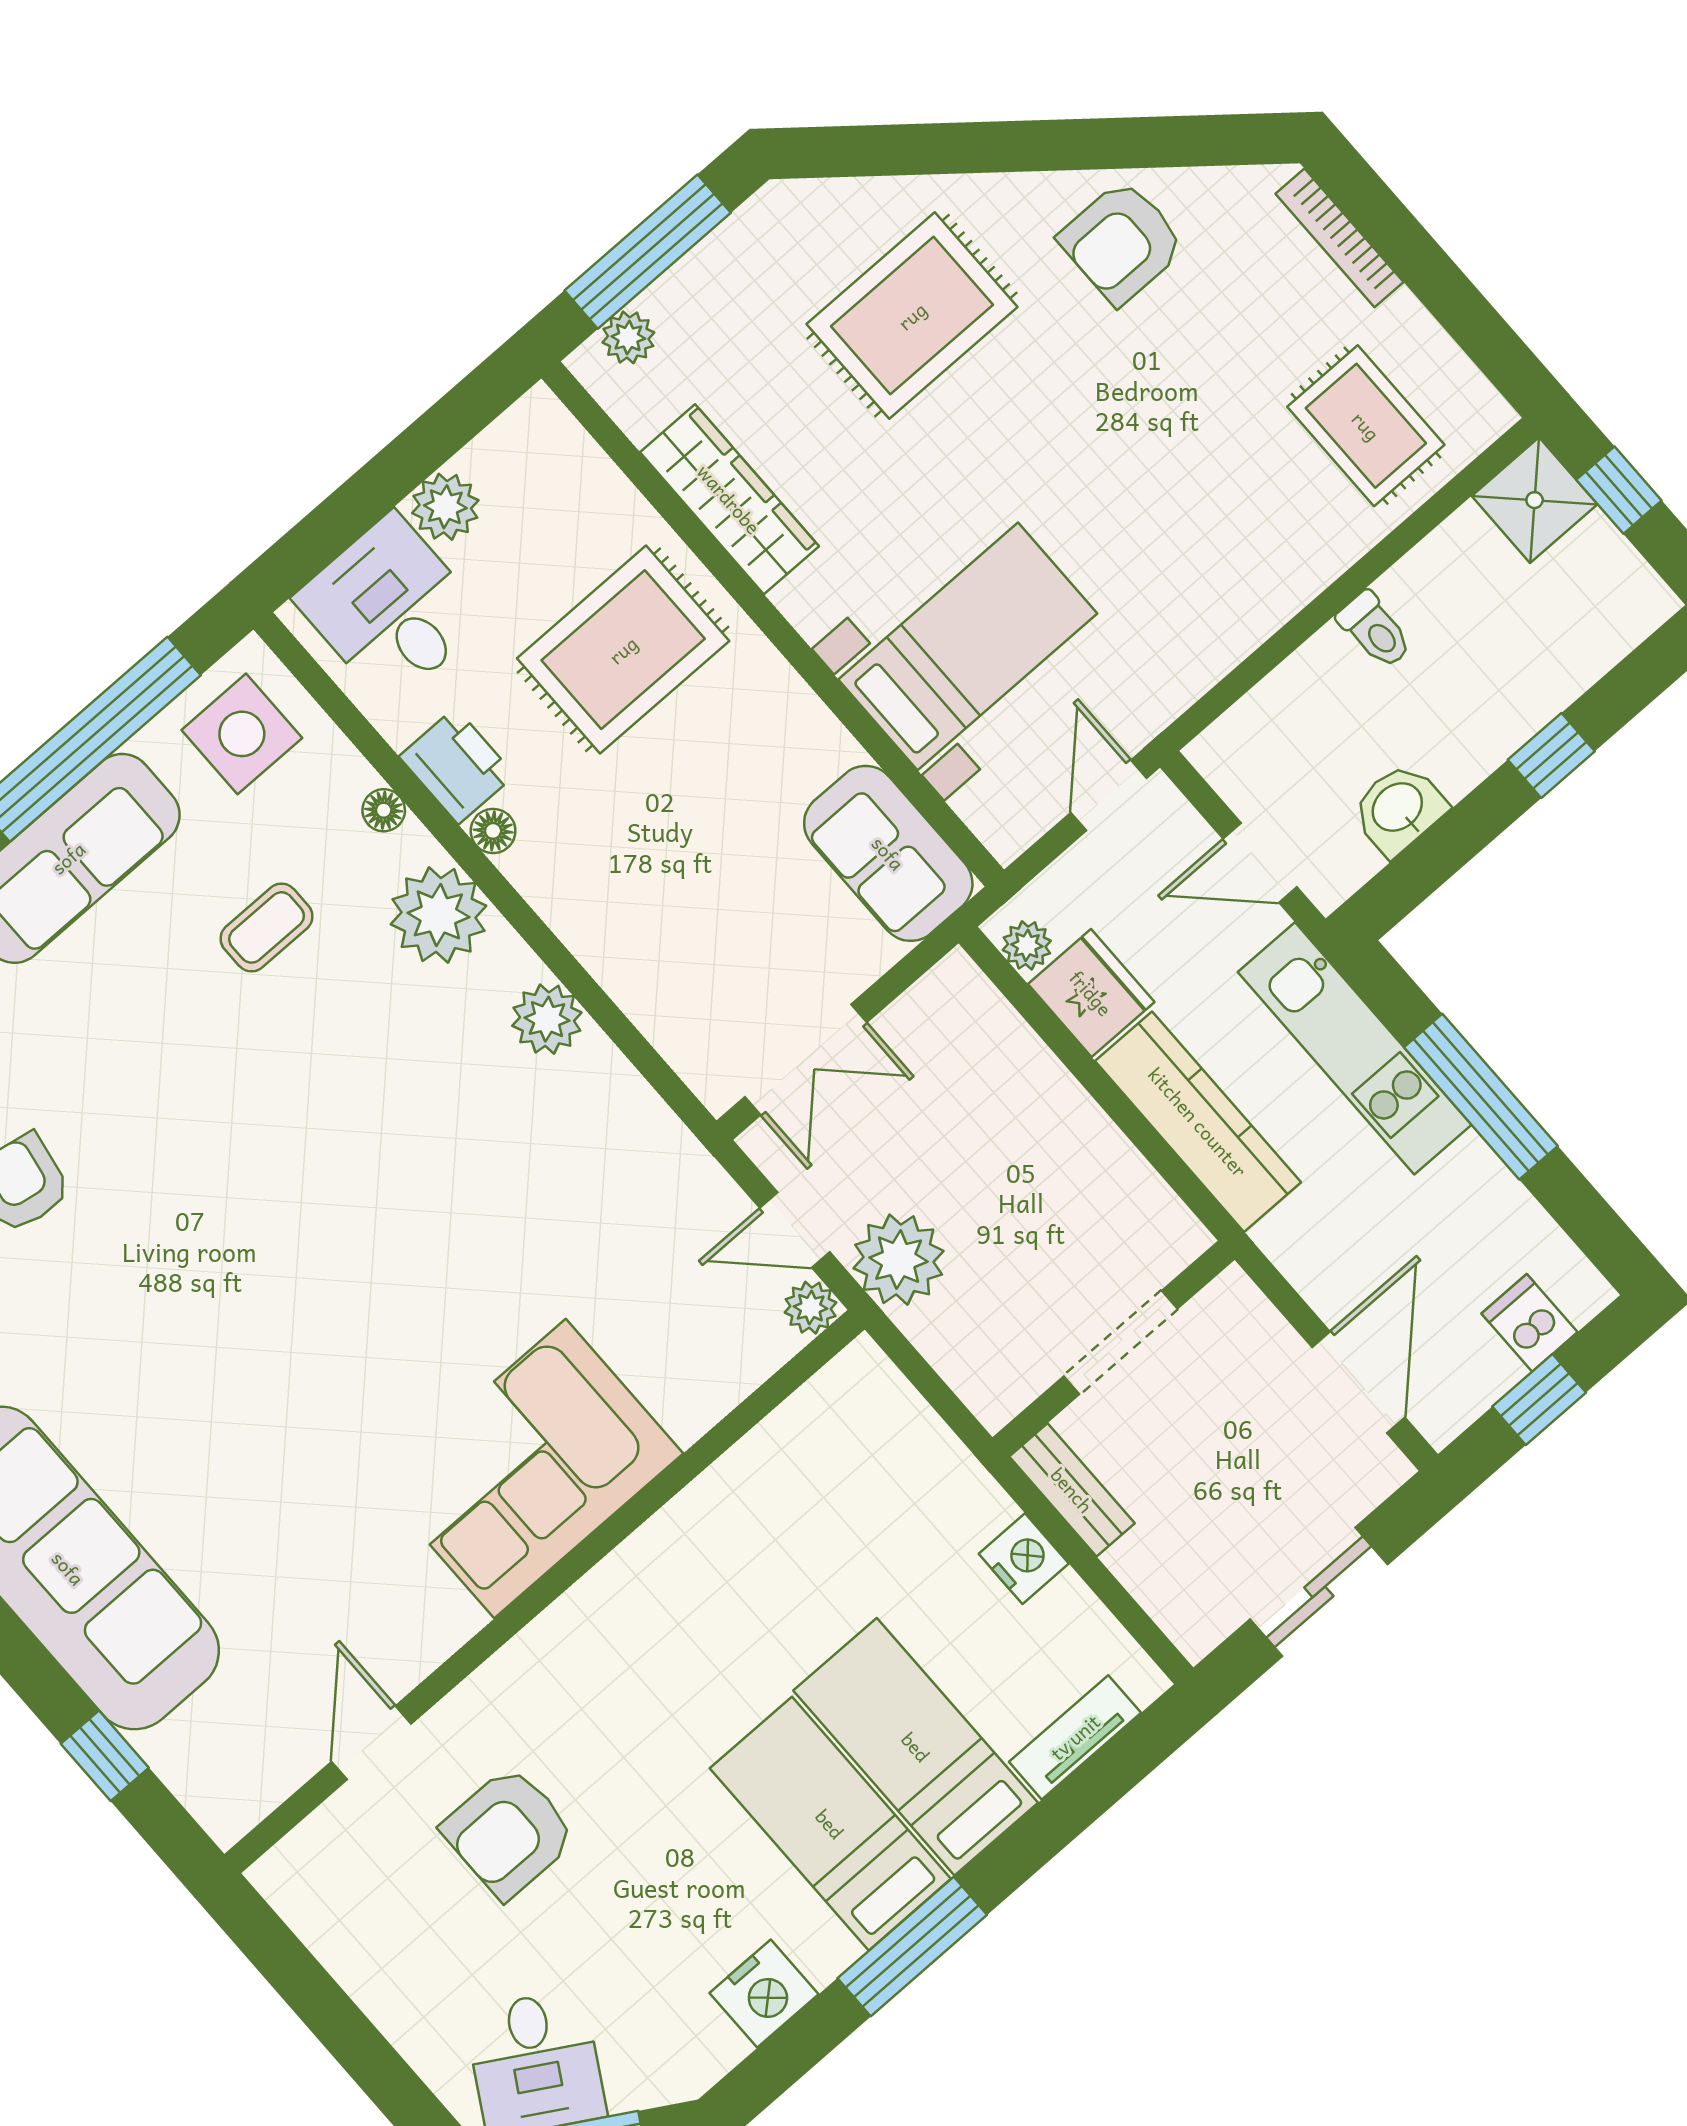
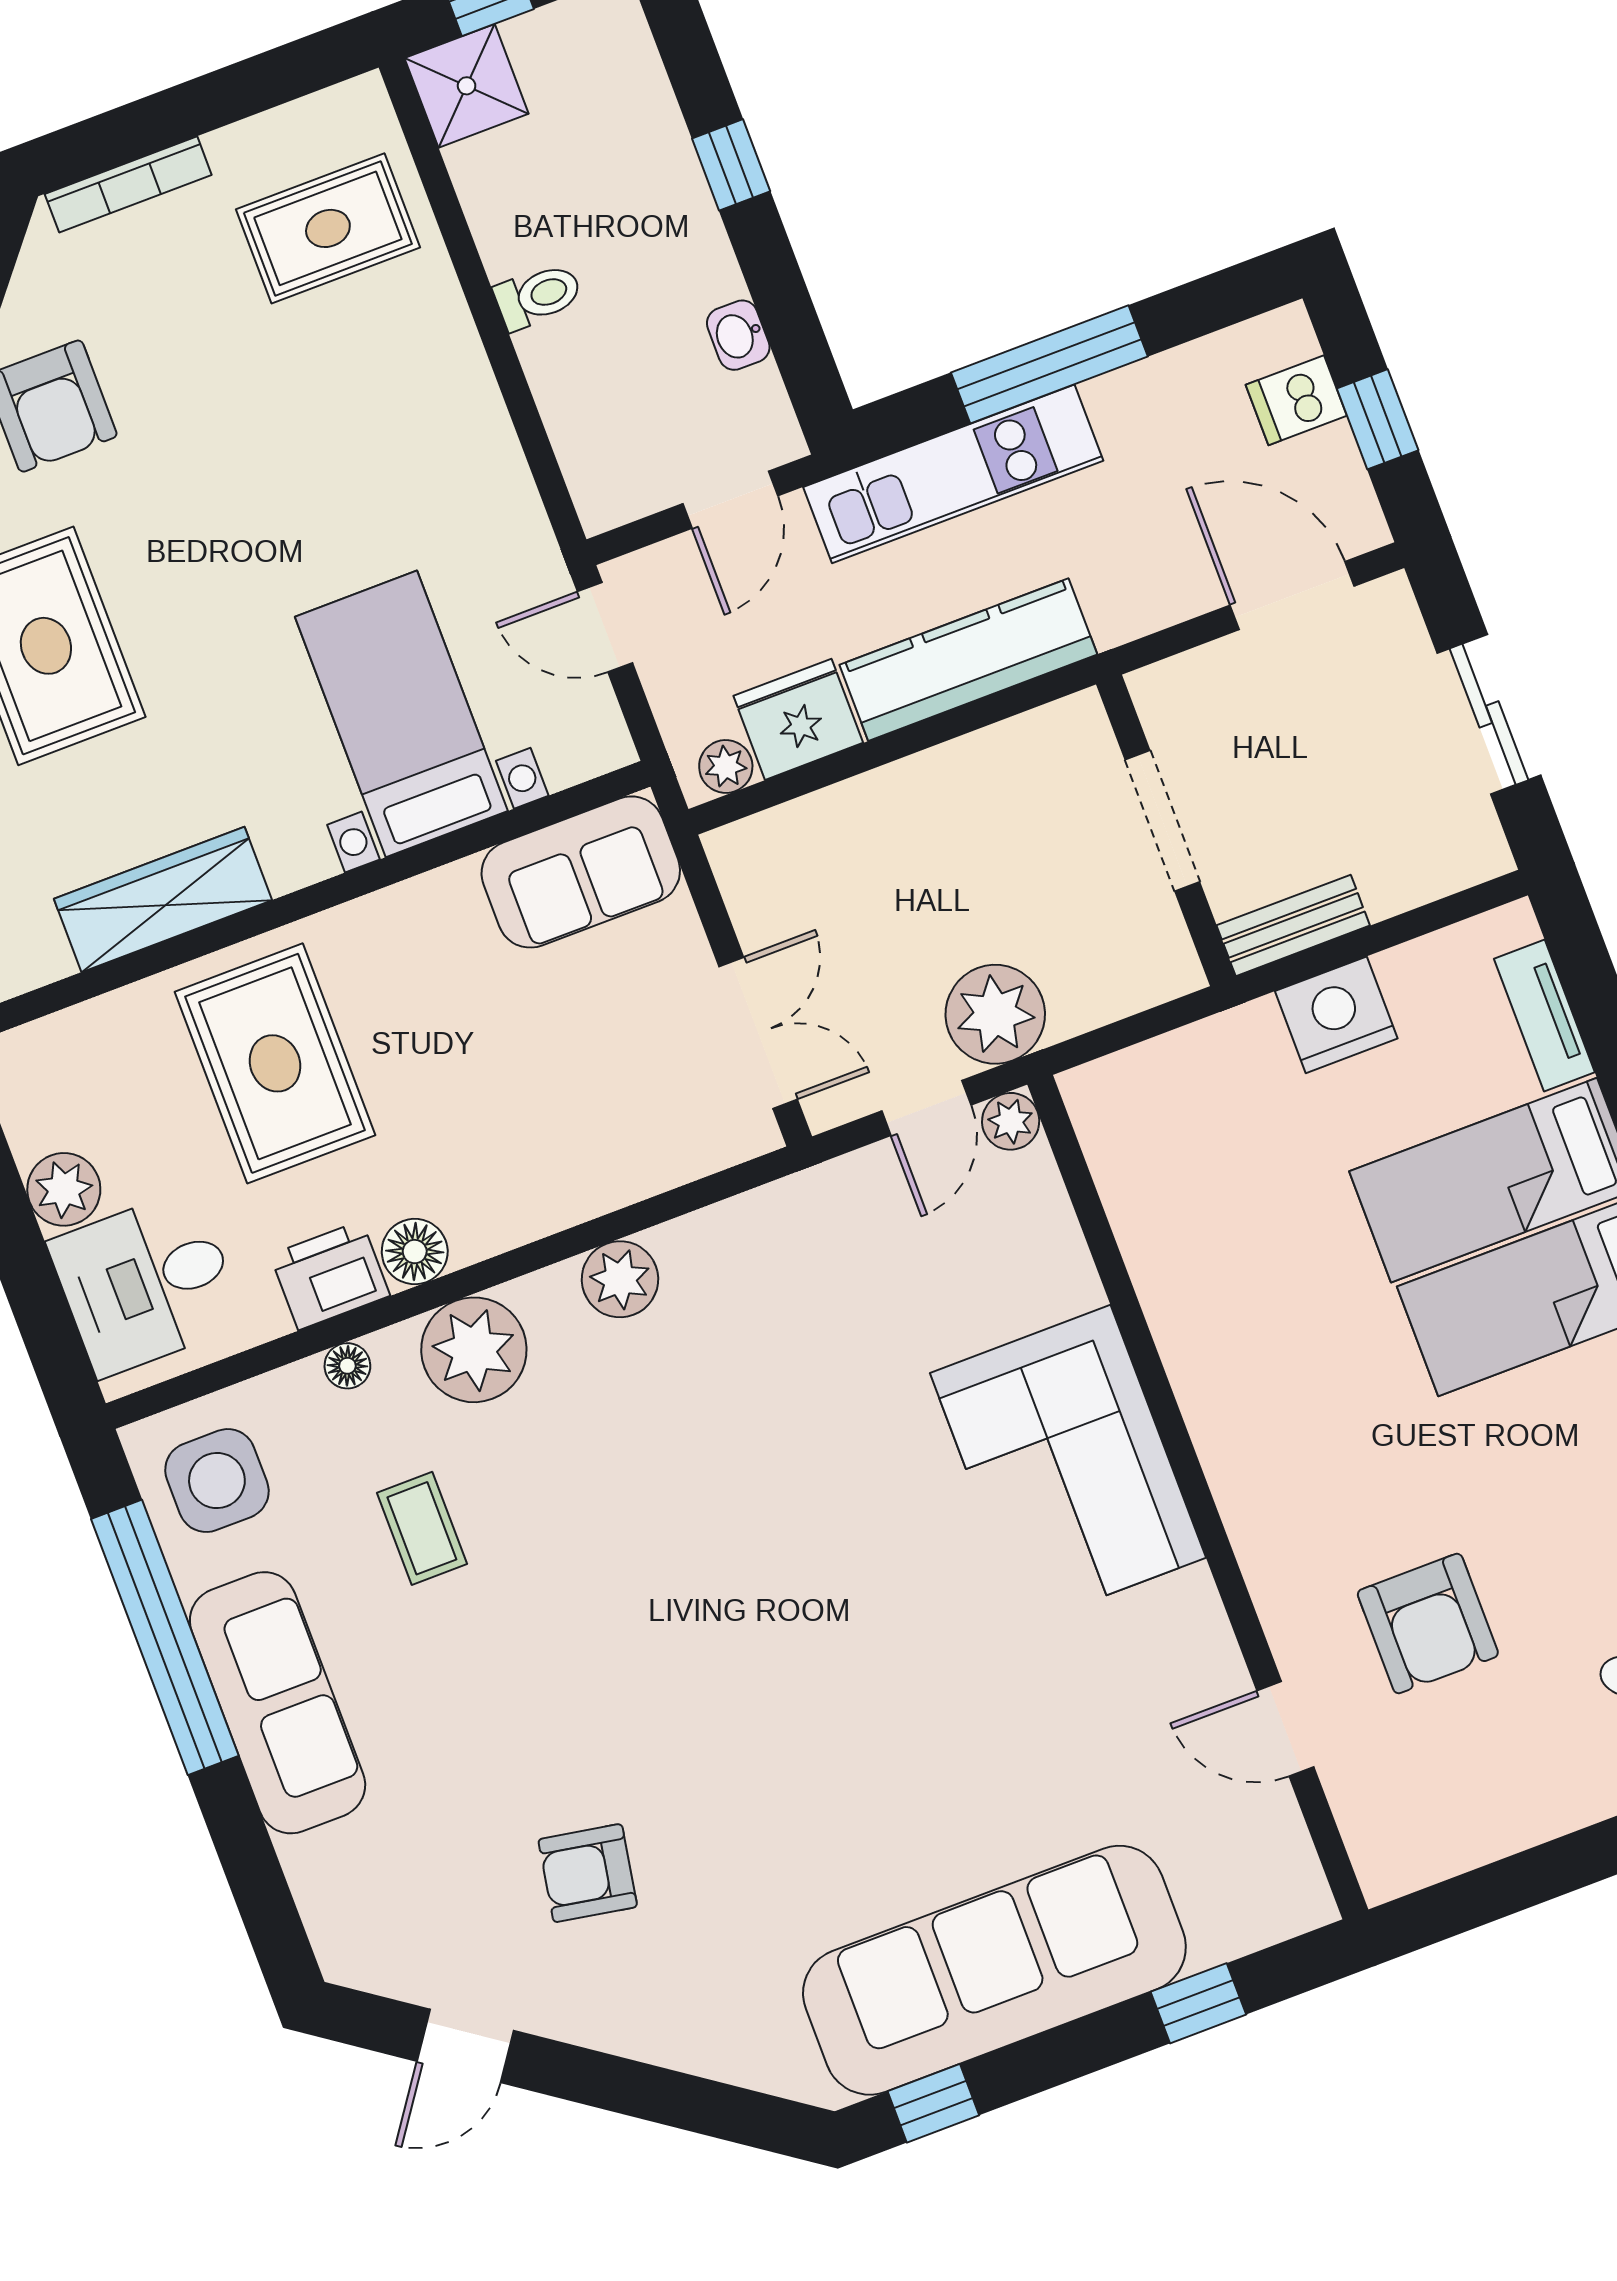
washbasin: (1399, 809) -> (738, 335), width x0.72, depth x0.69
floor lamp: (493, 831) -> (415, 1252), width x1.37, depth x1.37
nightstand: (1024, 1559) -> (1336, 1015), width x1.36, depth x1.33

